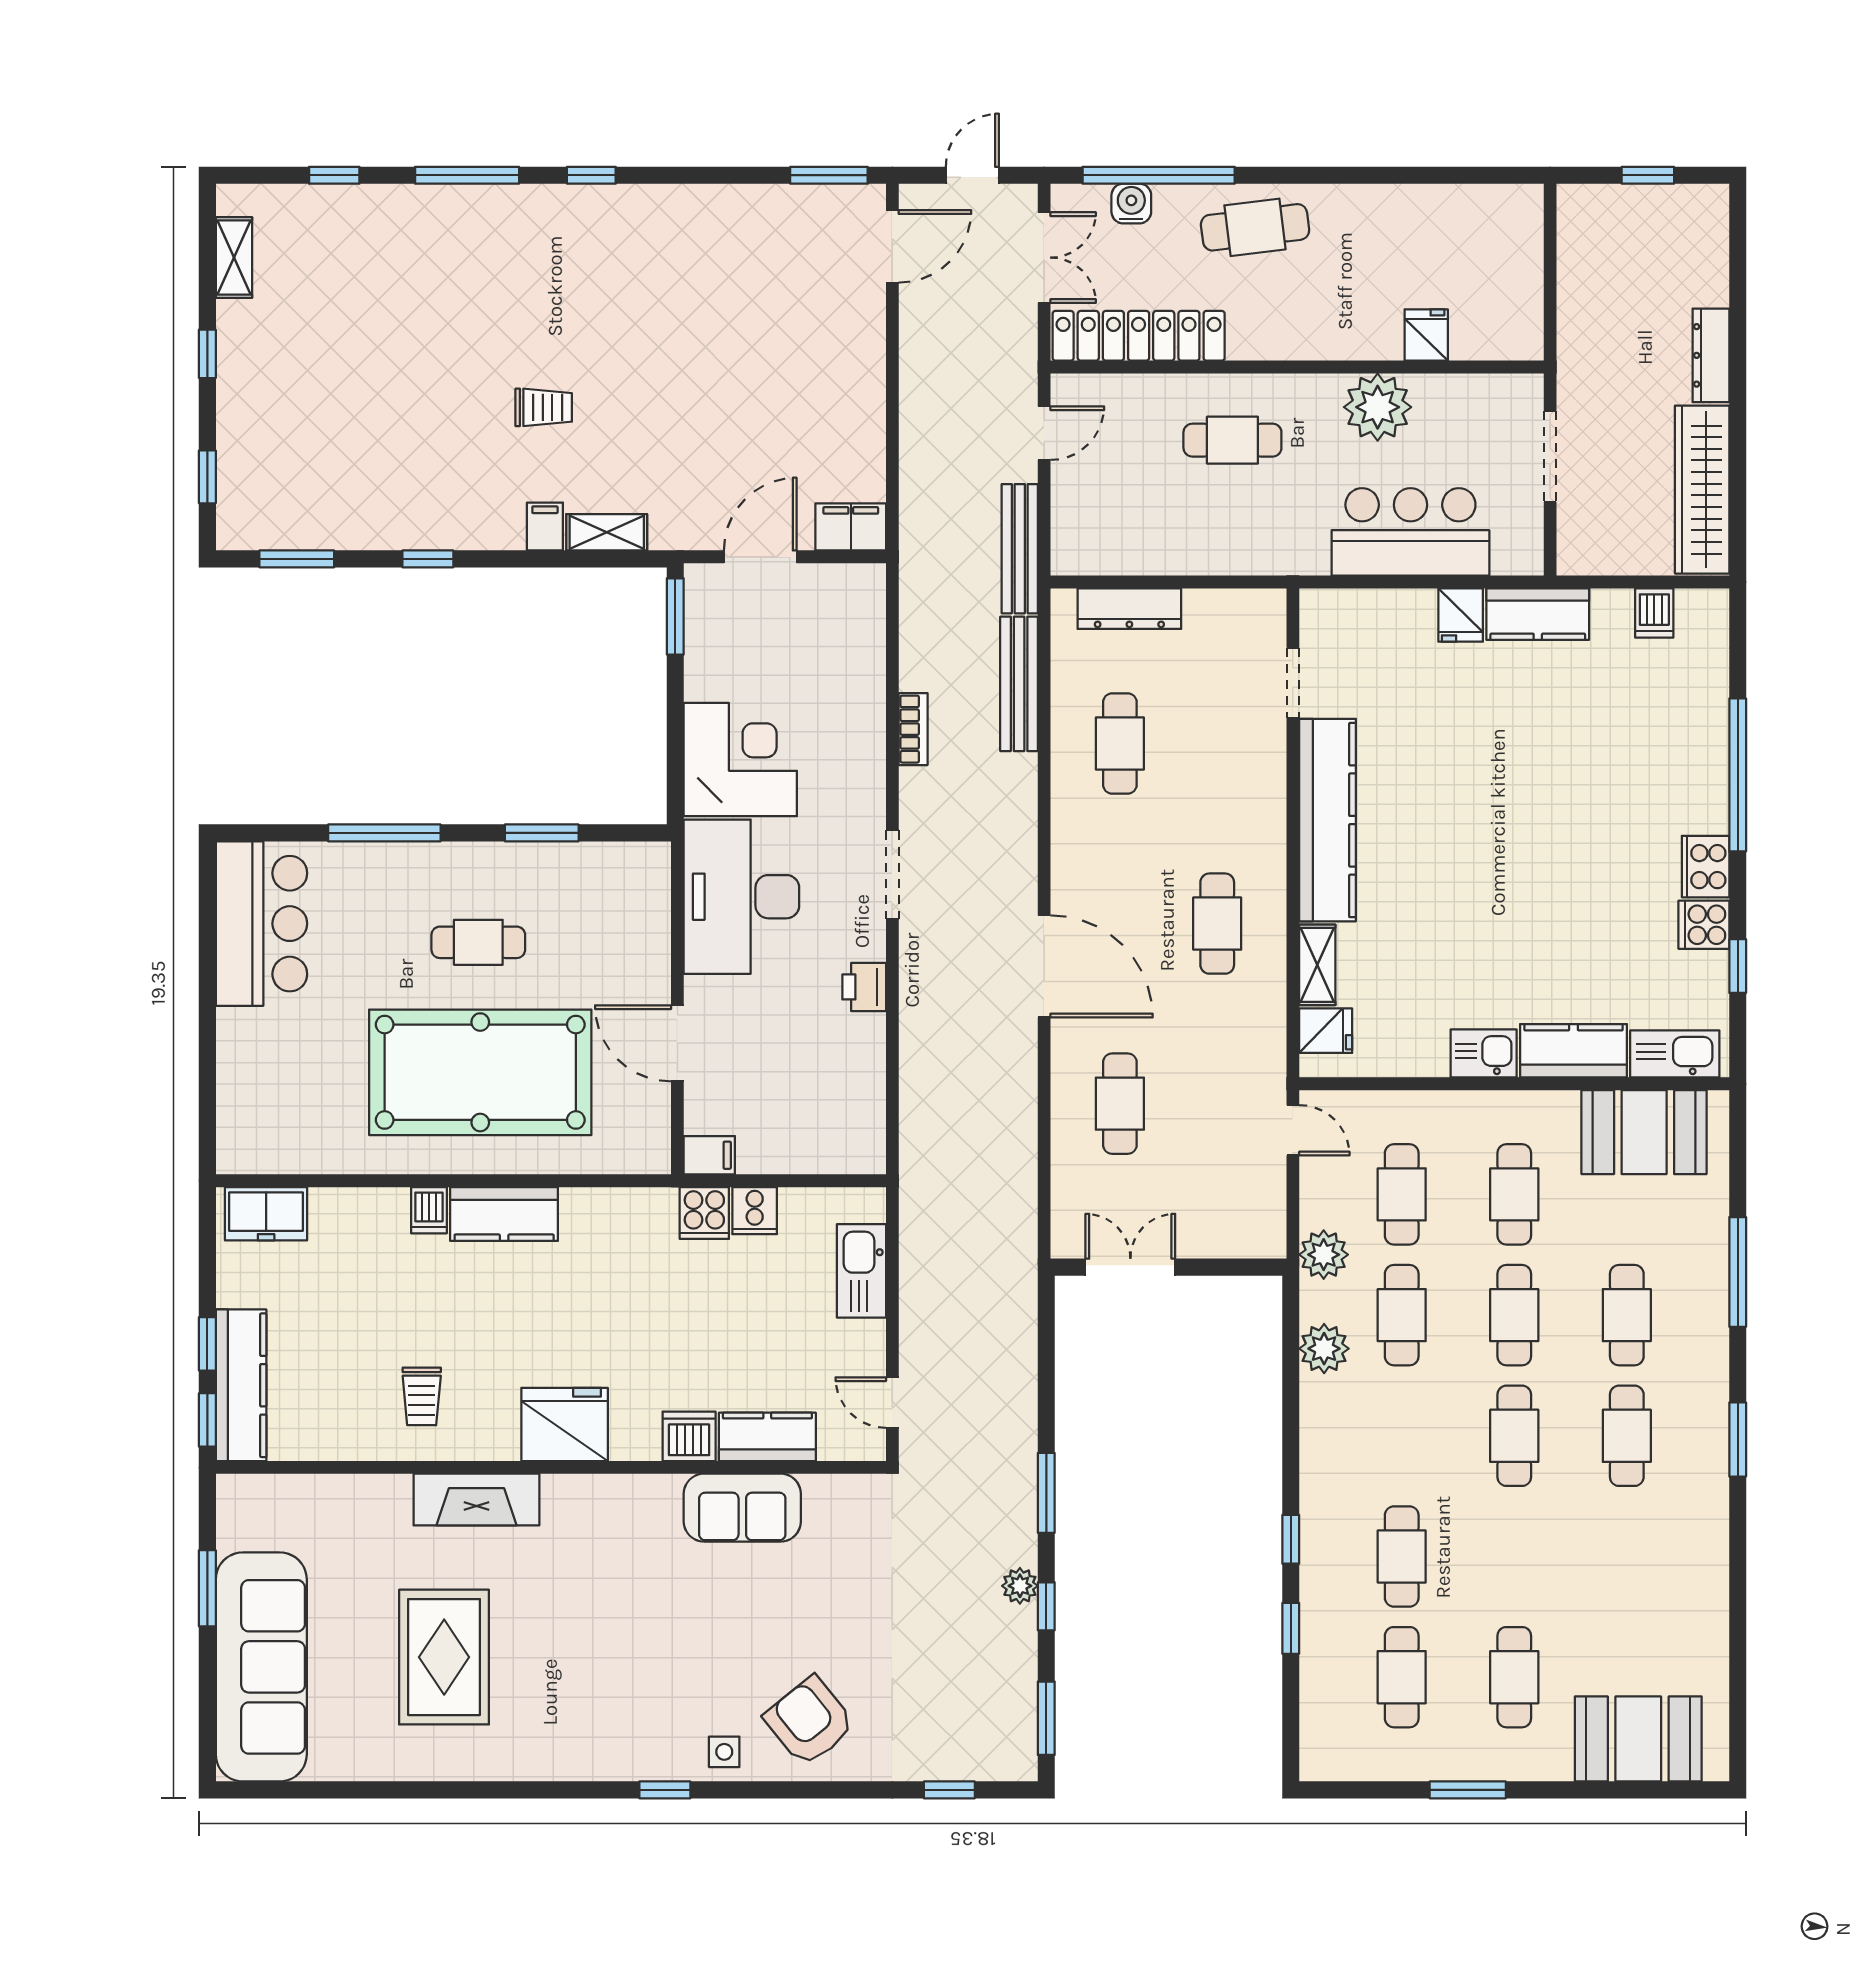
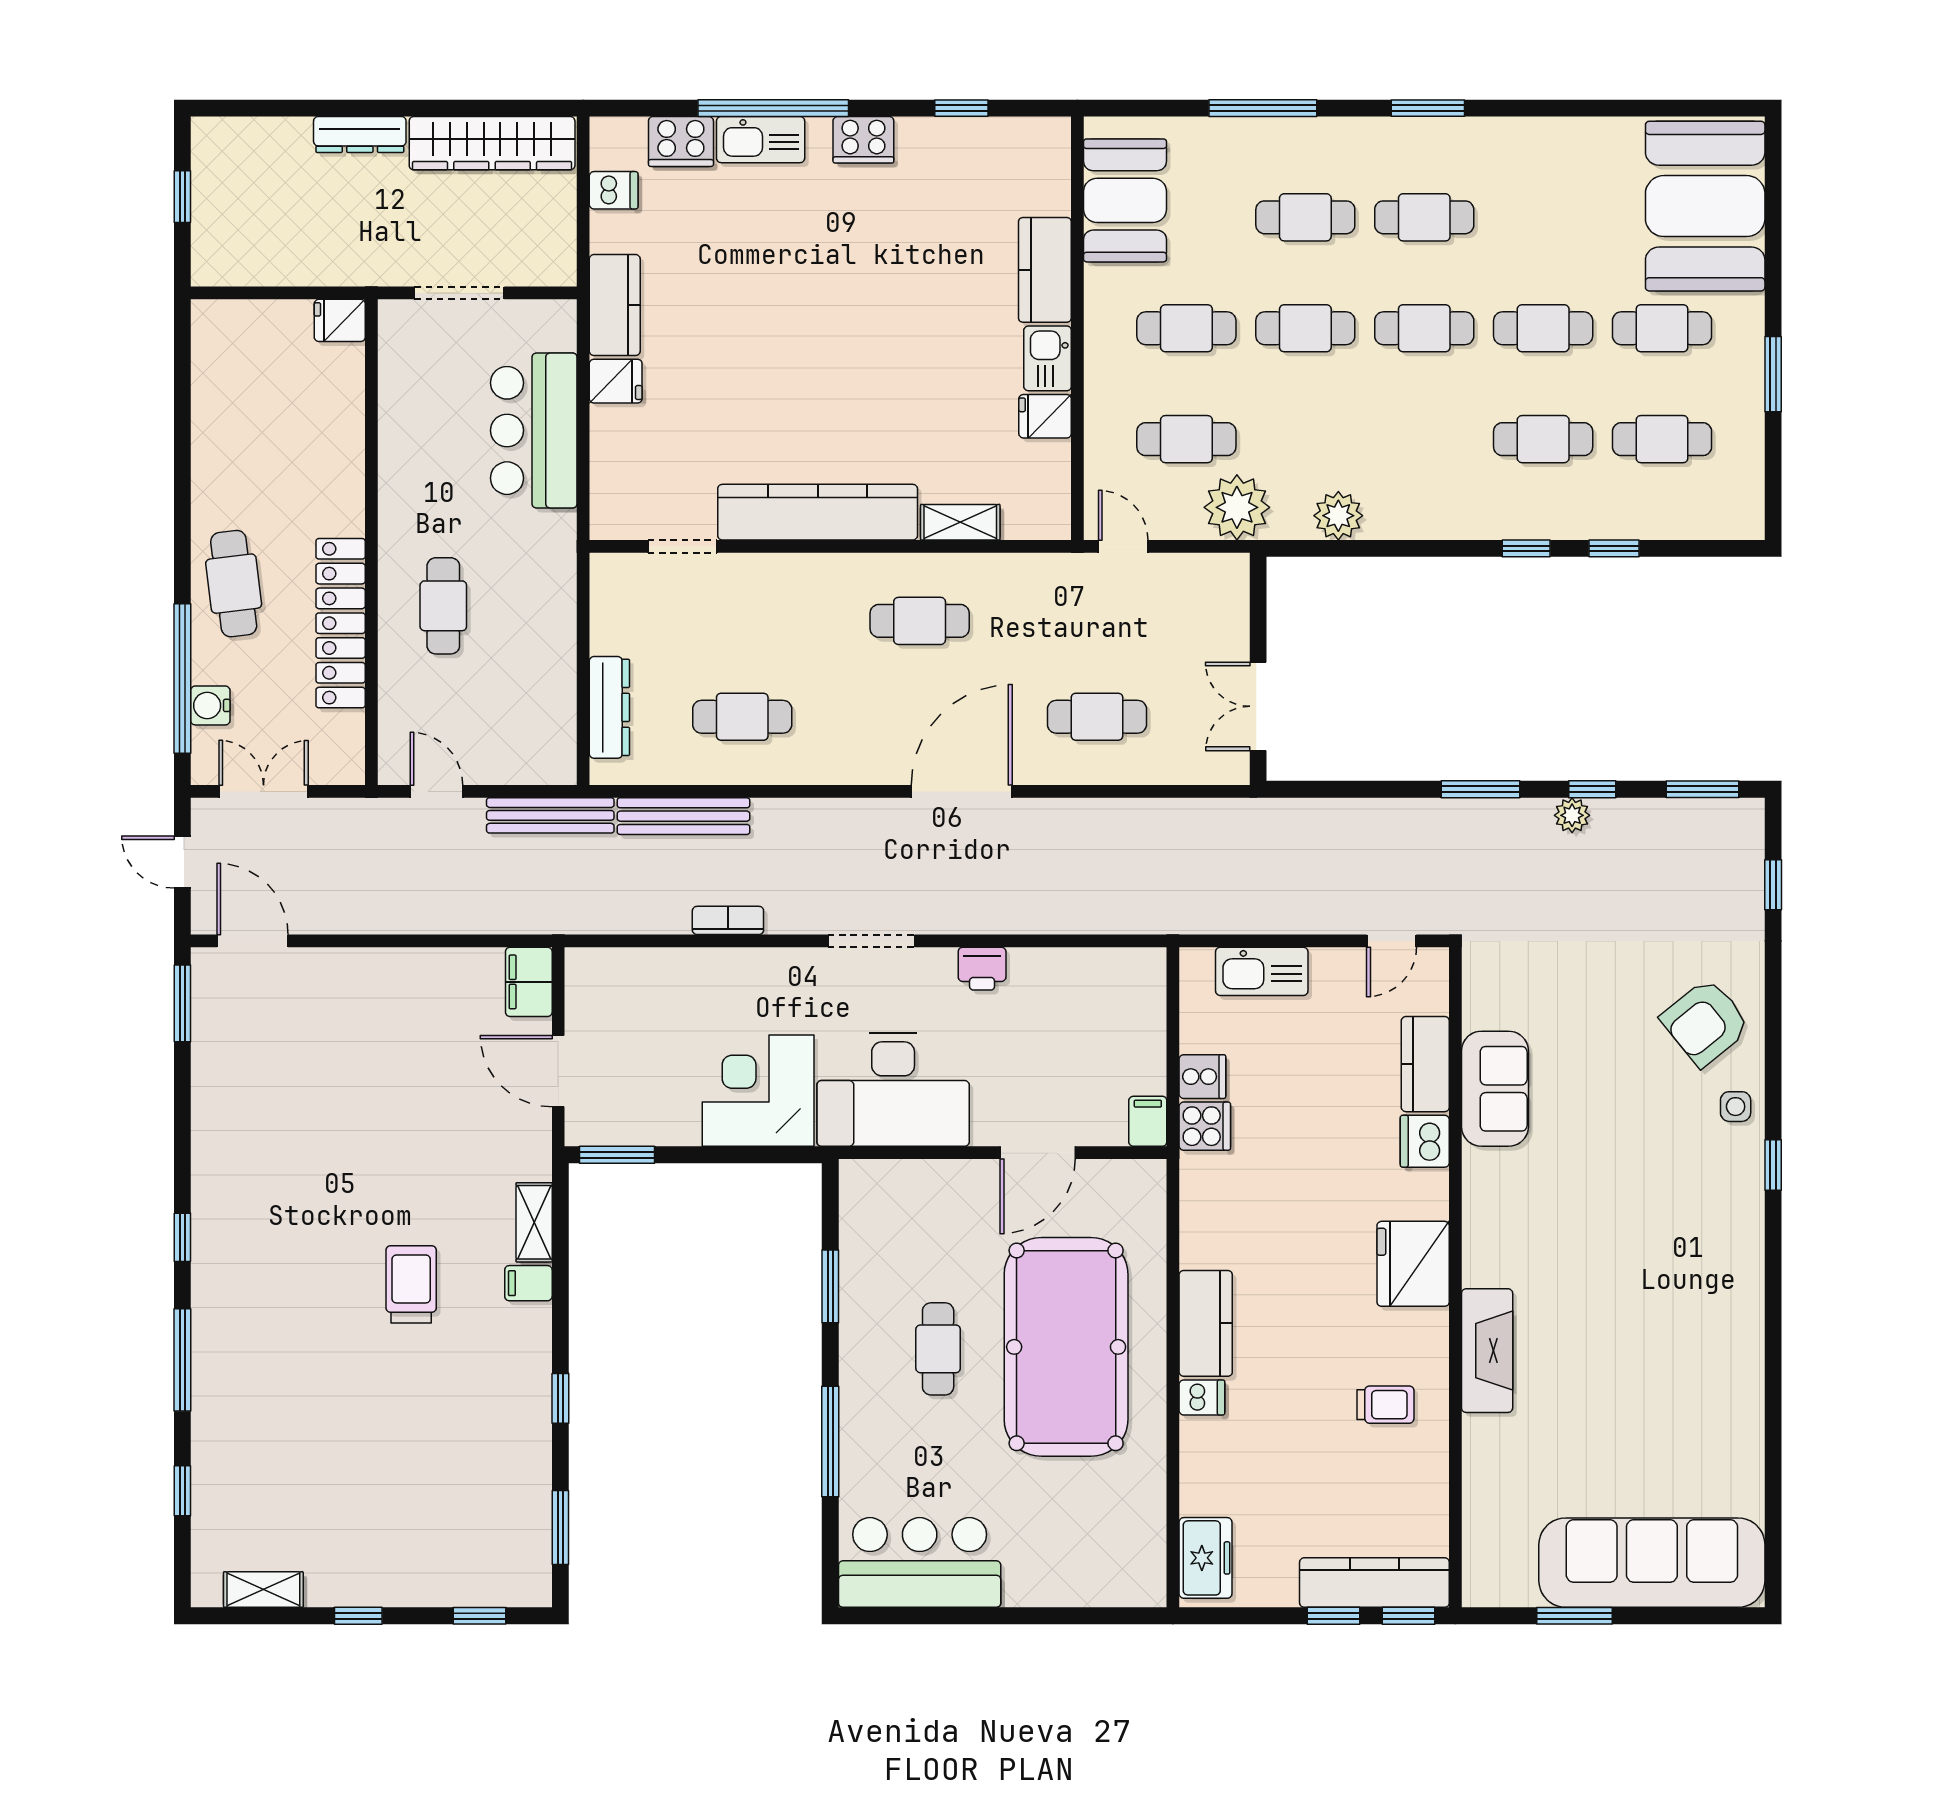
fridge: (1426, 335) -> (340, 320), moved
locker: (1139, 336) -> (341, 623), moved
trolley: (544, 407) -> (411, 1284), width x1.36, depth x1.39
plant: (1378, 407) -> (411, 463), removed
cooker: (1704, 925) -> (681, 141), moved, width x1.36
fridge: (1326, 1031) -> (1045, 416), moved, turned -90
kitchen sink: (1675, 1054) -> (761, 140), moved, turned -90
door: (1293, 1130) -> (1123, 546), hinge flipped
plant: (1324, 1255) -> (1237, 507), width x1.36, depth x1.36
cafe table: (1402, 1315) -> (1543, 328), moved
rug: (444, 1657) -> (1642, 1383), removed
booth: (1638, 1739) -> (1705, 206), width x1.36, depth x1.42

